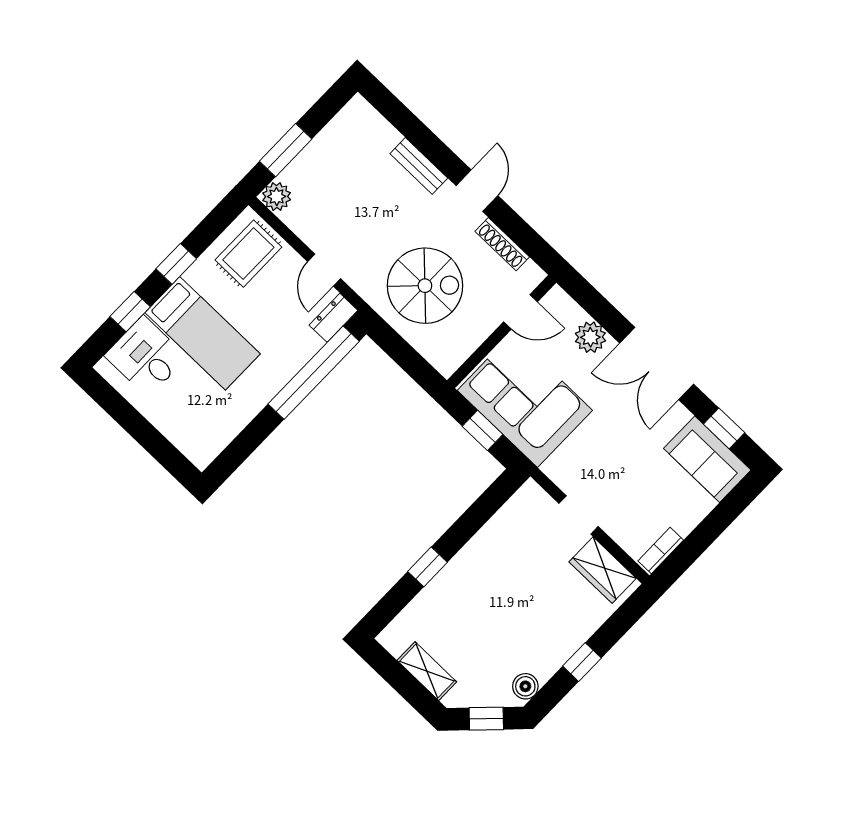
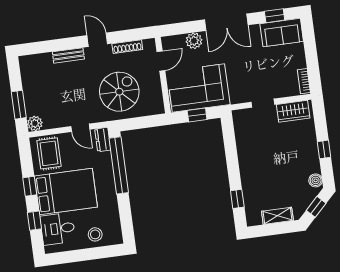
bed: (203, 333) -> (66, 191), width x1.50
stool: (182, 419) -> (95, 234), added
window: (427, 567) -> (237, 199), moved

